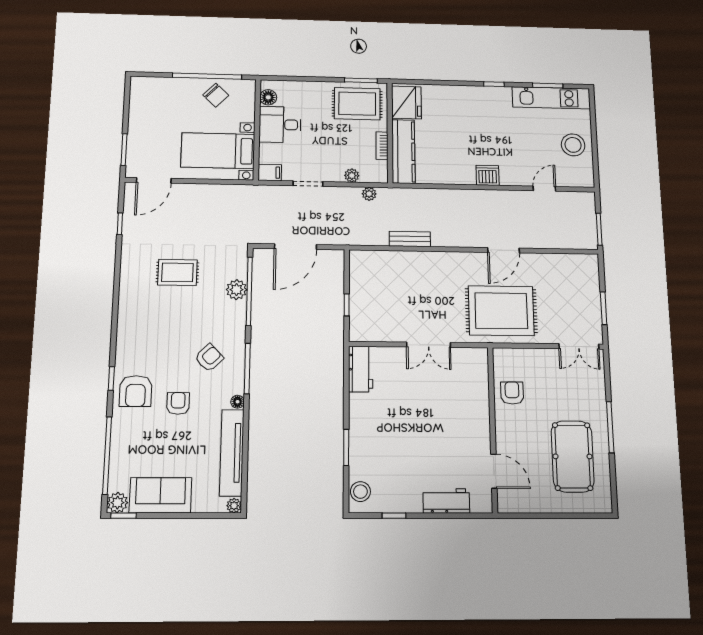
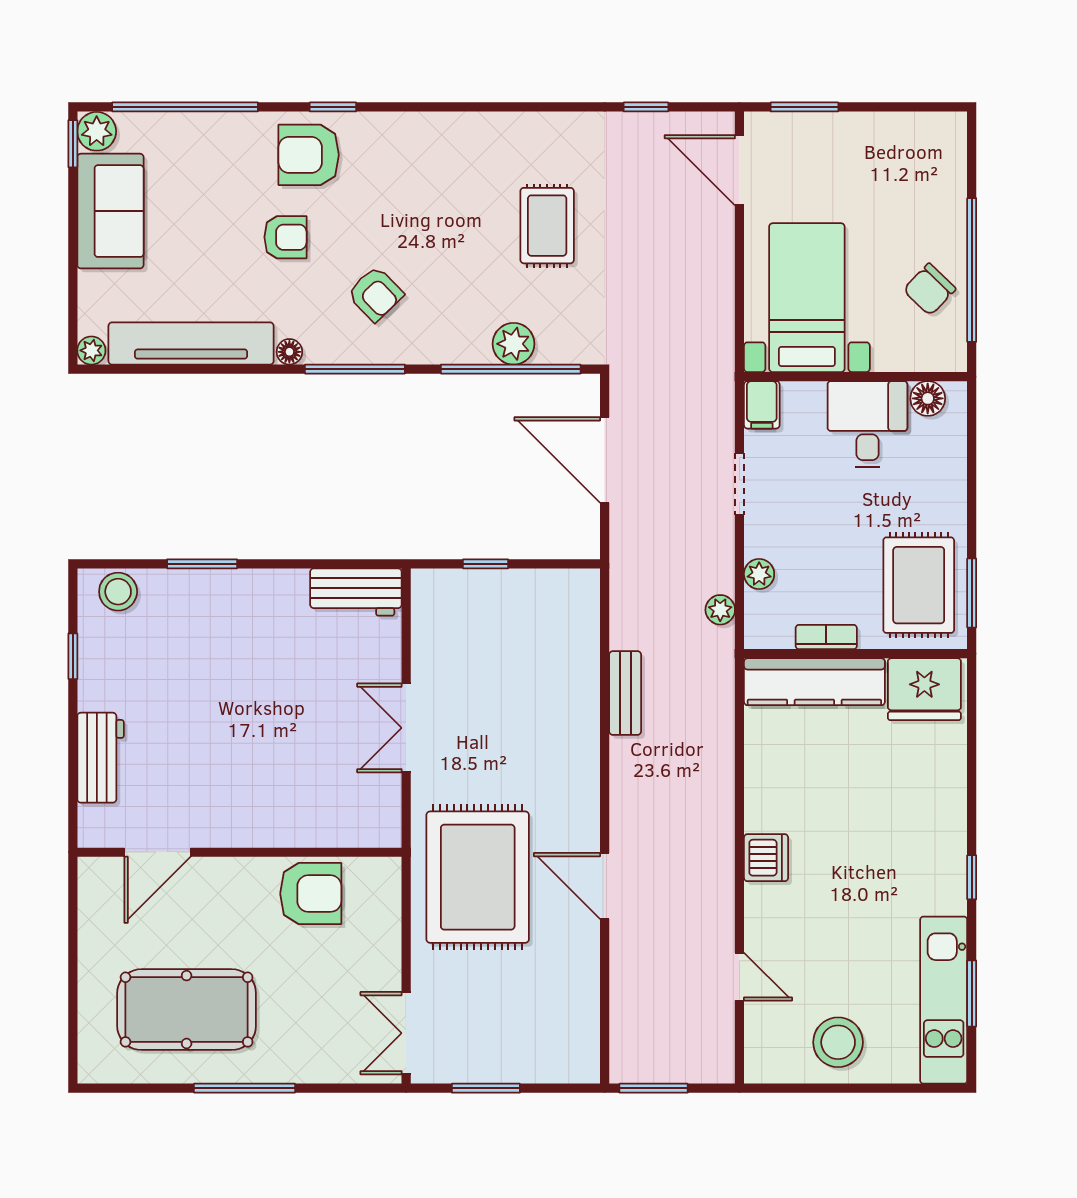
armchair: (512, 393) -> (311, 894), width x1.38, depth x1.38

